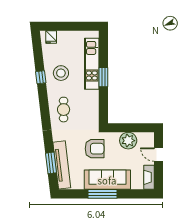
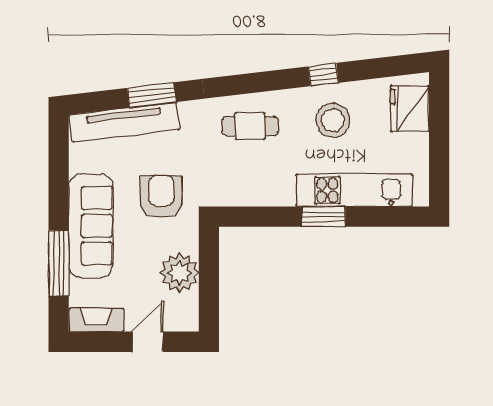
fridge: (51, 37) -> (410, 109), width x1.88, depth x1.34
armchair: (95, 149) -> (161, 197), turned 180
window: (51, 163) -> (152, 95), moved
window: (103, 194) -> (59, 263), moved

